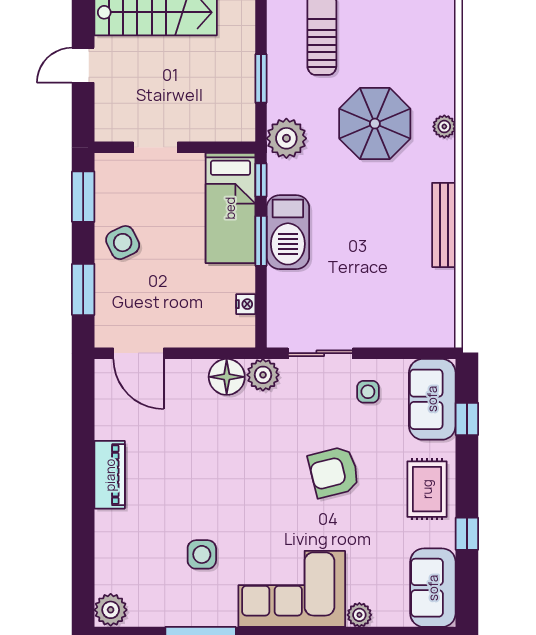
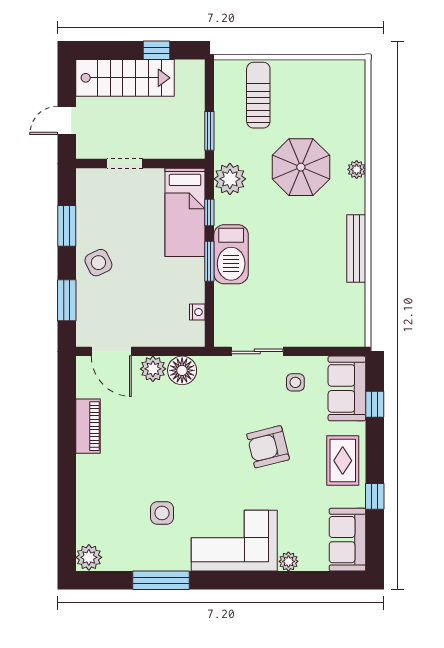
doorway: (155, 147) -> (125, 163), moved
wall: (175, 147) -> (140, 163), moved
bed: (230, 208) -> (185, 212), moved
plant: (263, 375) -> (153, 369), moved
piano: (110, 475) -> (88, 426), moved

